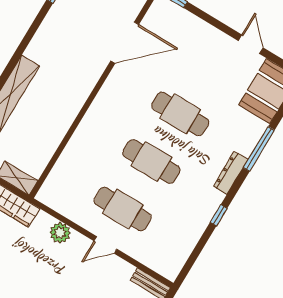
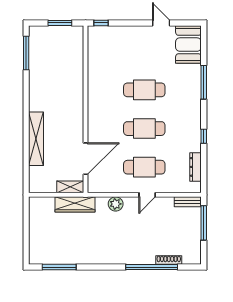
door: (125, 43) -> (86, 159), moved
dresser: (231, 173) -> (196, 167), moved

